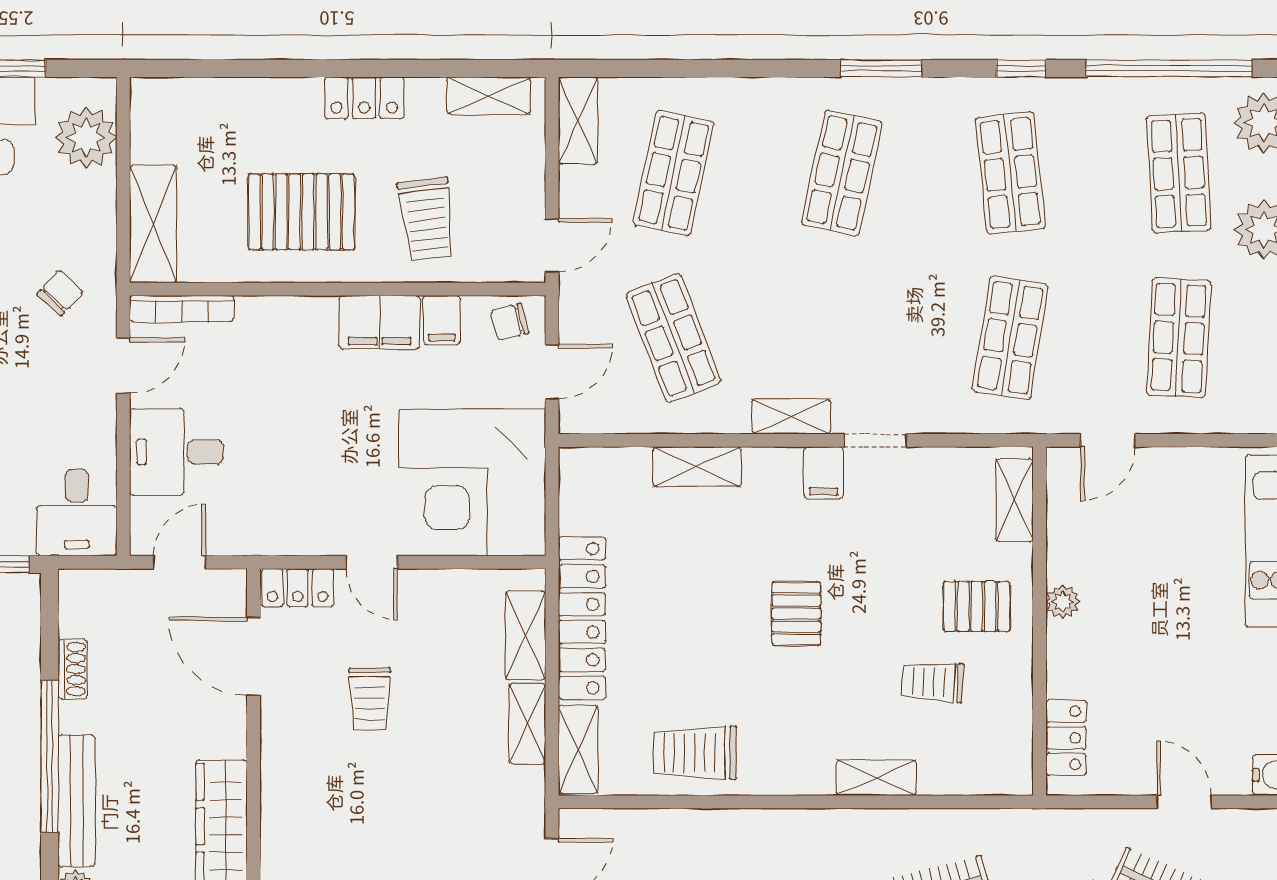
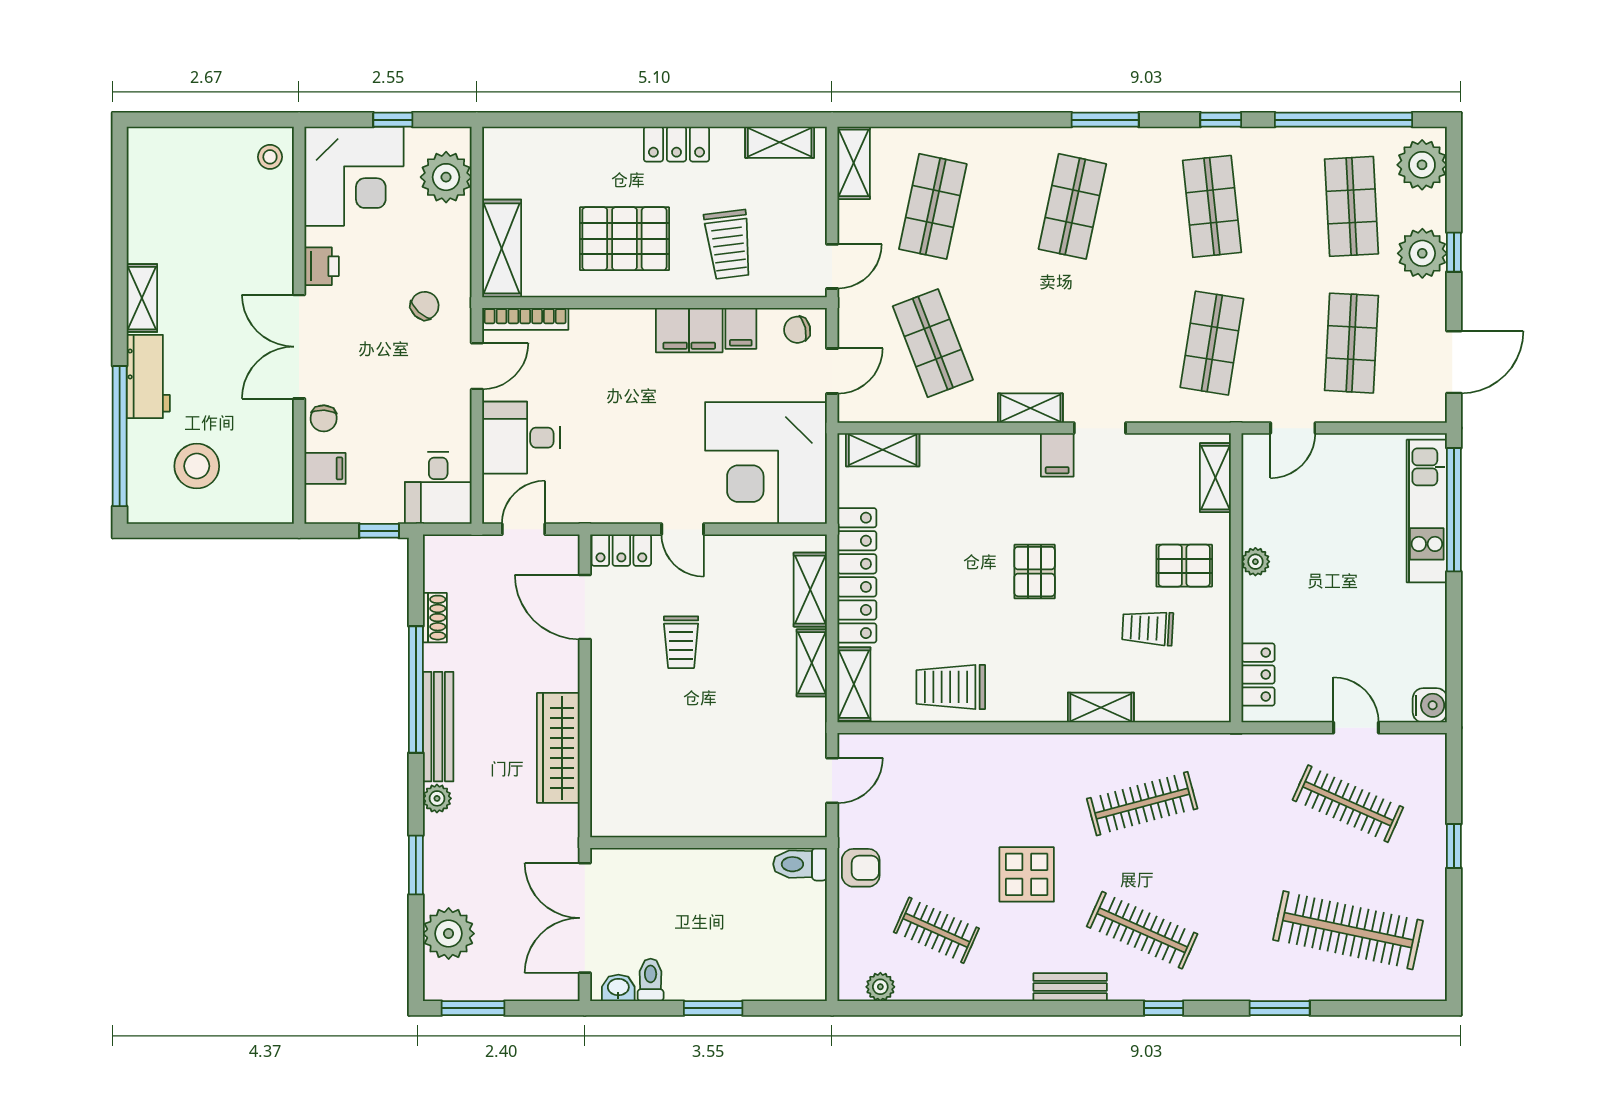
shelving: (697, 467) -> (883, 450), moved

